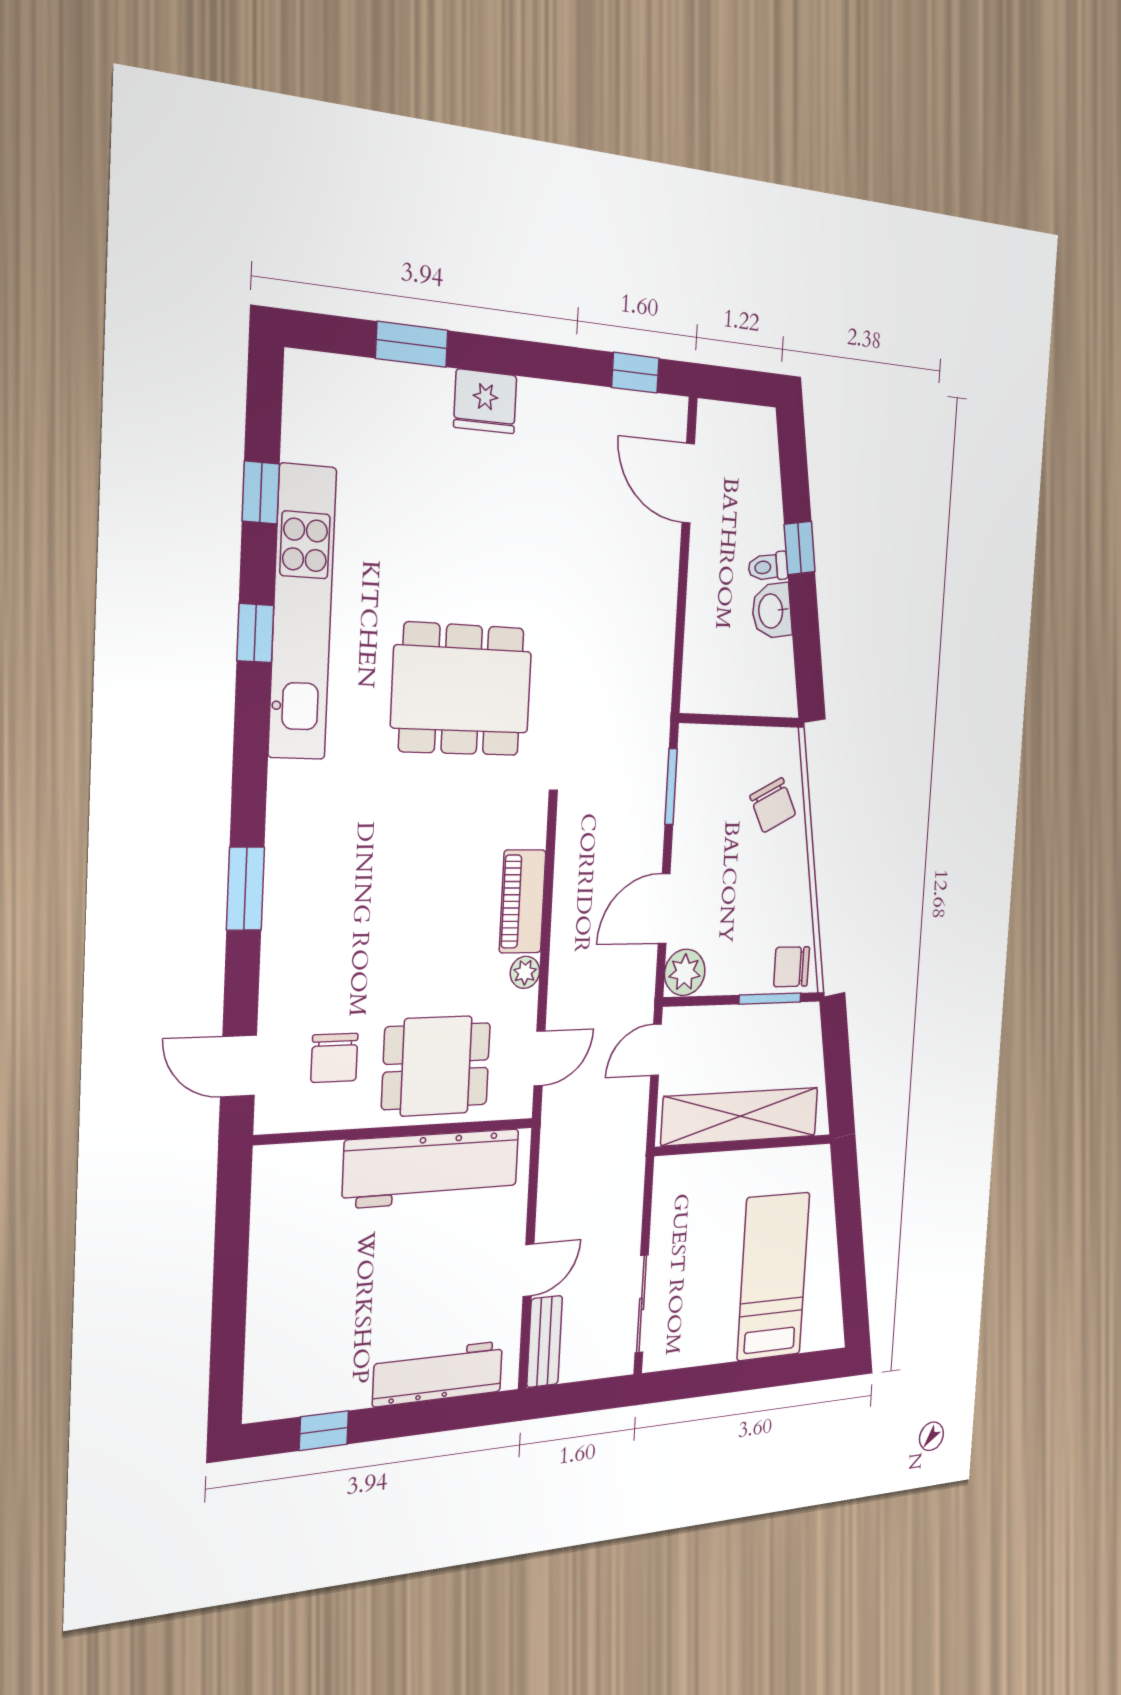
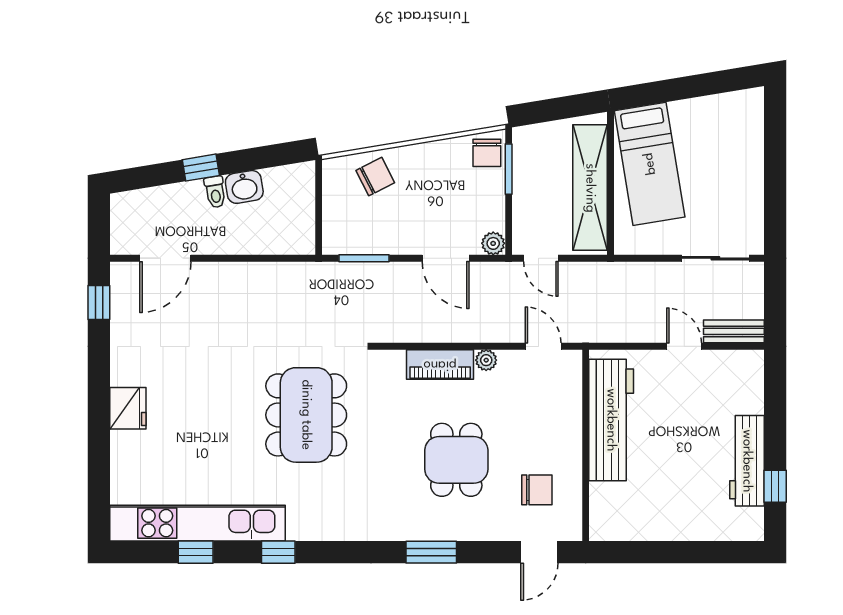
window: (412, 344) -> (99, 459), removed
kitchen unit: (302, 613) -> (198, 523), moved
plant: (685, 972) -> (493, 243), width x0.73, depth x0.73
dining table: (436, 1066) -> (456, 460), moved
bed: (773, 1276) -> (650, 164), moved, turned -99
workbench: (438, 1374) -> (747, 461), moved

